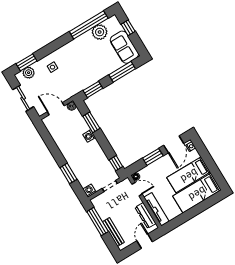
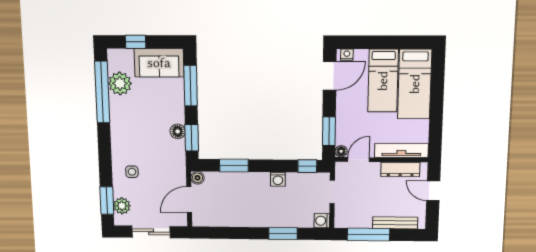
floor lamp: (92, 79) -> (178, 131), added
washing machine: (89, 136) -> (278, 179), moved
door: (174, 144) -> (330, 76), hinge flipped
window: (153, 157) -> (329, 131), moved

